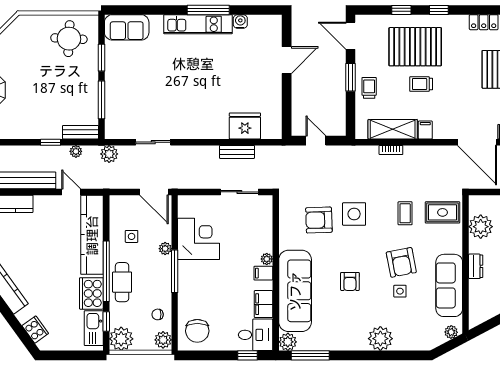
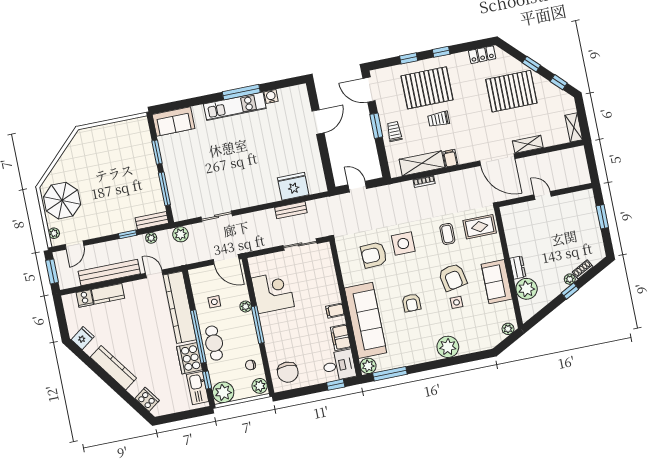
round table: (69, 39) -> (125, 141), removed
plant: (481, 227) -> (527, 289), moved
plant: (267, 259) -> (335, 298), removed
sofa: (449, 285) -> (497, 282), width x0.73

